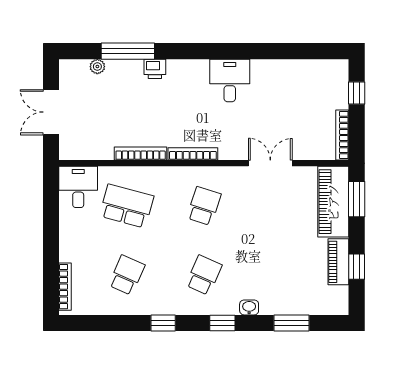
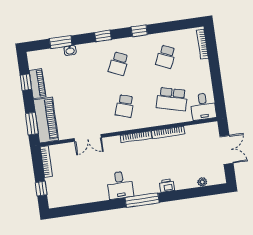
window: (128, 51) -> (142, 200), moved
washbasin: (249, 307) -> (70, 50), moved

